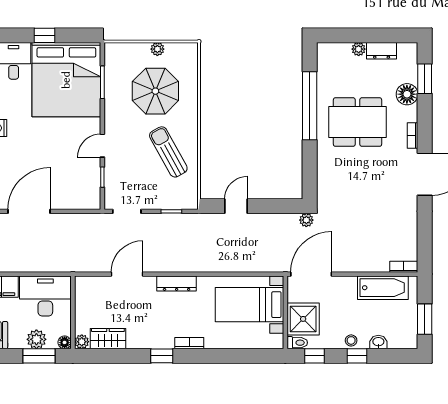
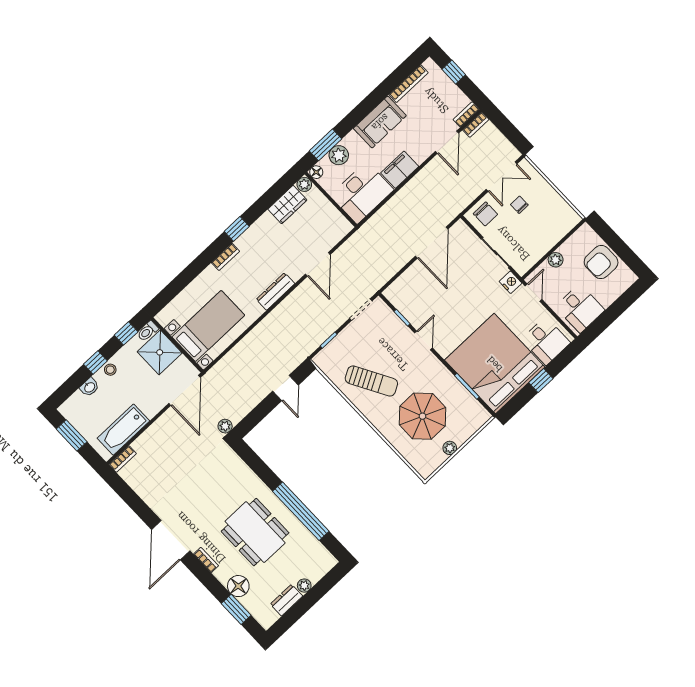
dining table: (357, 122) -> (255, 532), turned 90

